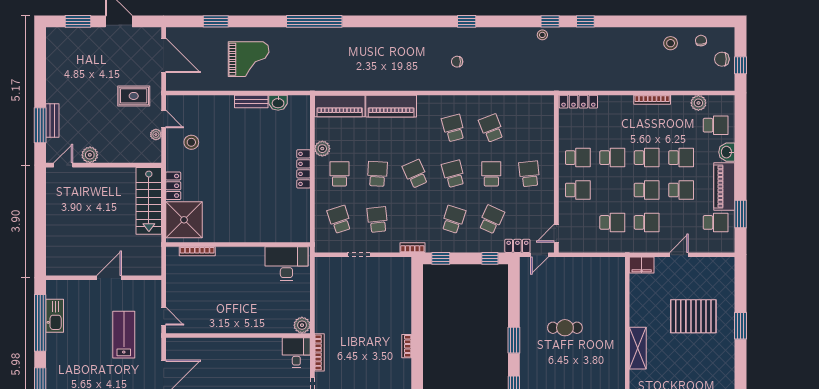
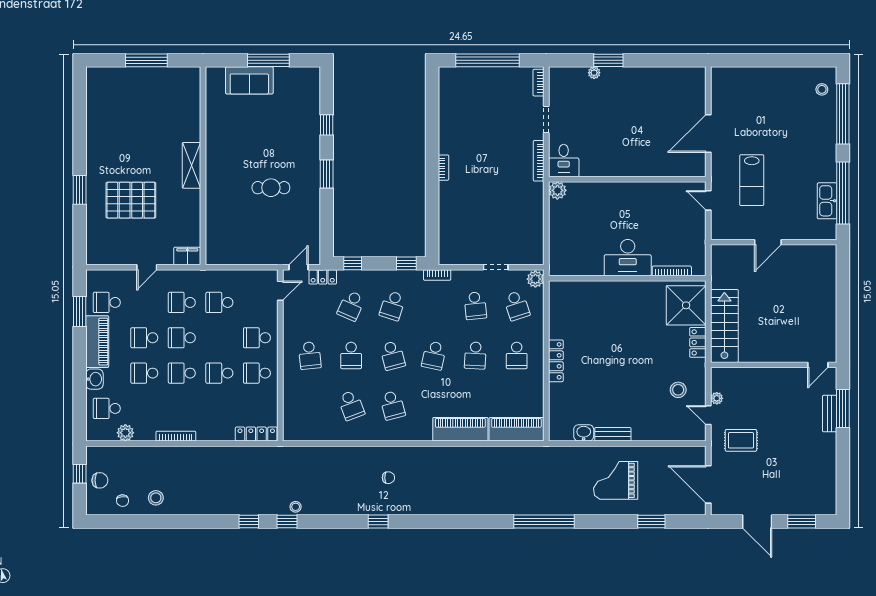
plant: (322, 149) -> (535, 279), moved
plant: (90, 155) -> (789, 376), removed
school desk: (415, 174) -> (434, 355), turned 36
desk: (286, 264) -> (628, 258), moved

